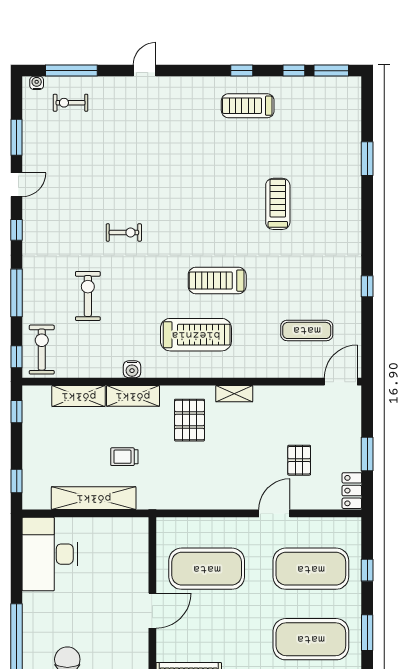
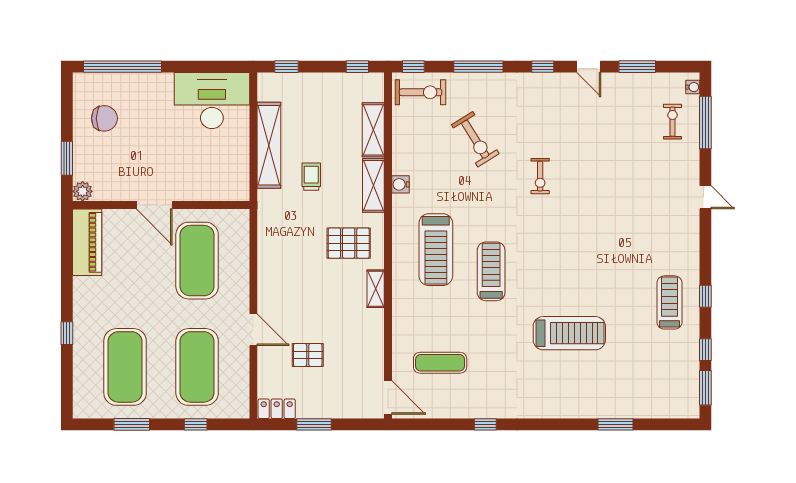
treadmill: (278, 204) -> (569, 333), width x1.37, depth x1.38
exercise bike: (88, 296) -> (475, 139), turned 58
exercise mat: (307, 330) -> (440, 363), turned 90

